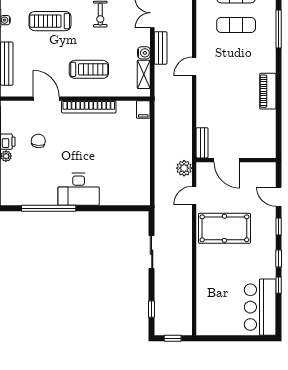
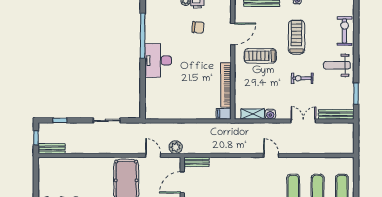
bench: (161, 48) -> (52, 149), moved
door: (194, 66) -> (271, 155), moved
treadmill: (89, 69) -> (260, 56), moved, turned 90
bookcase: (89, 107) -> (226, 85), moved

